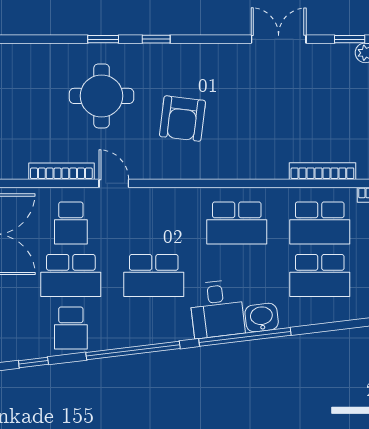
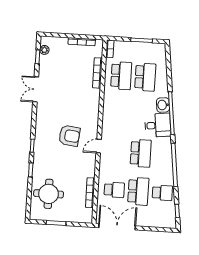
round table: (102, 96) -> (49, 194), moved
door: (114, 183) -> (99, 146), moved
school desk: (237, 223) -> (119, 114), removed

